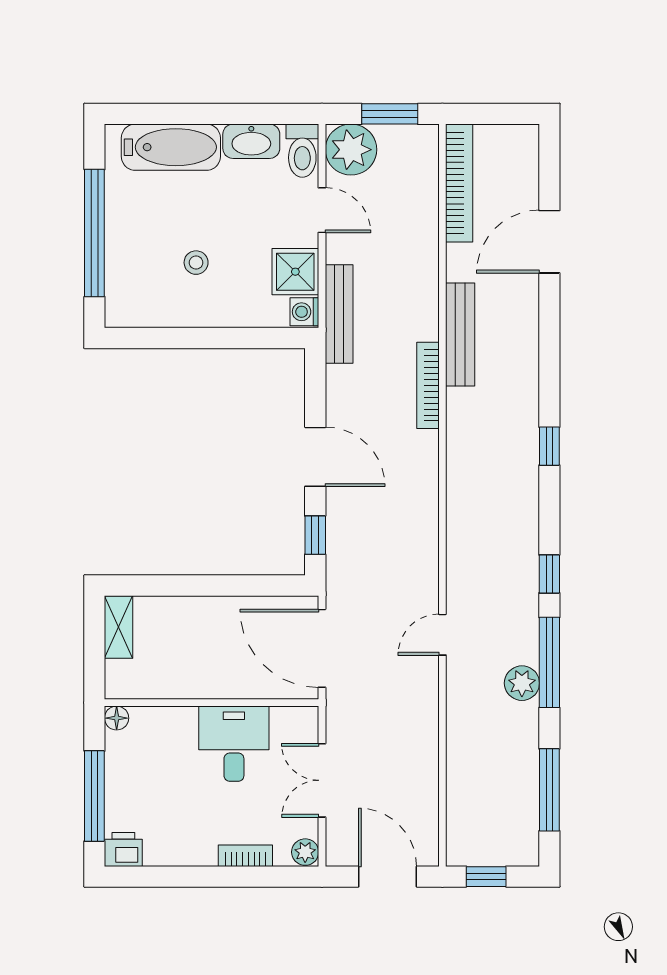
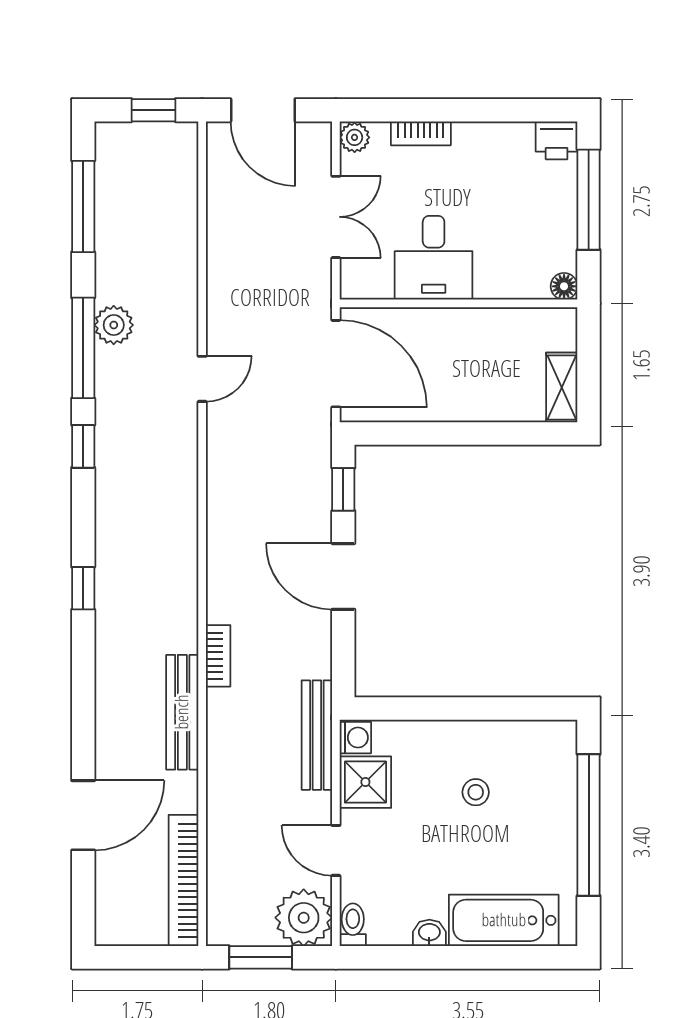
washbasin: (251, 141) -> (429, 933), width x0.52, depth x0.69
toilet: (302, 151) -> (353, 925), width x0.73, depth x0.72
bookcase: (428, 385) -> (218, 656), width x0.64

